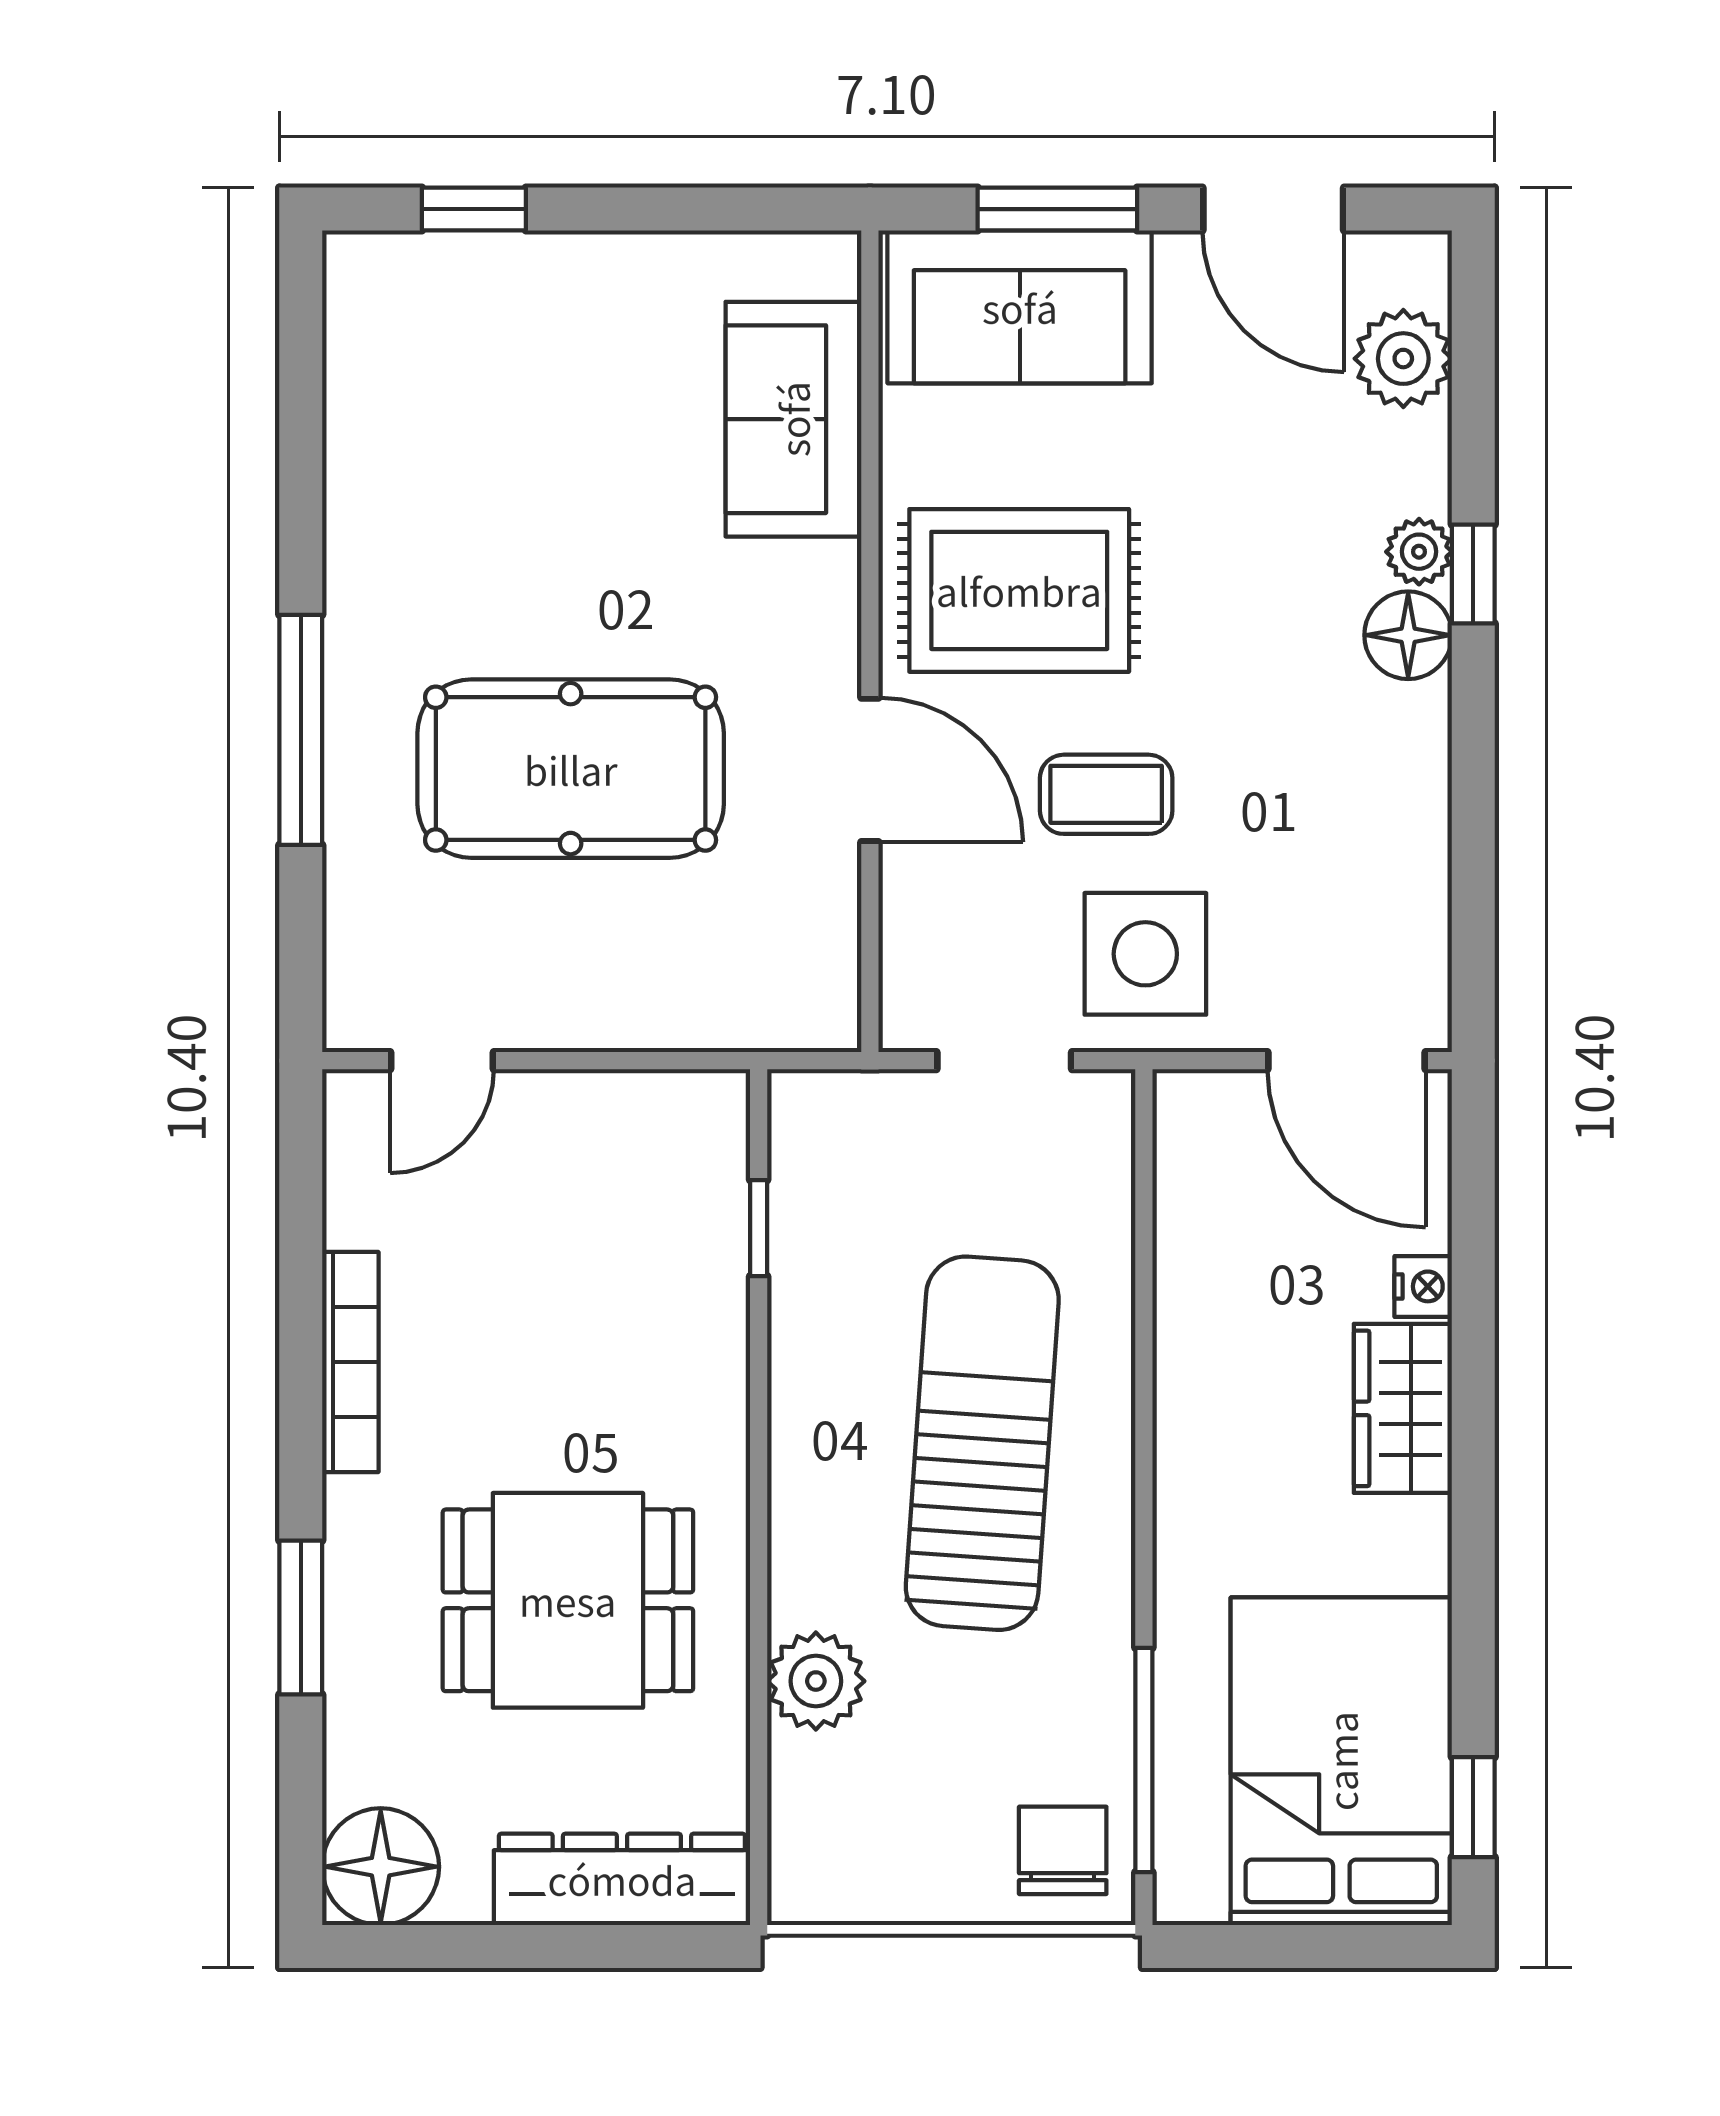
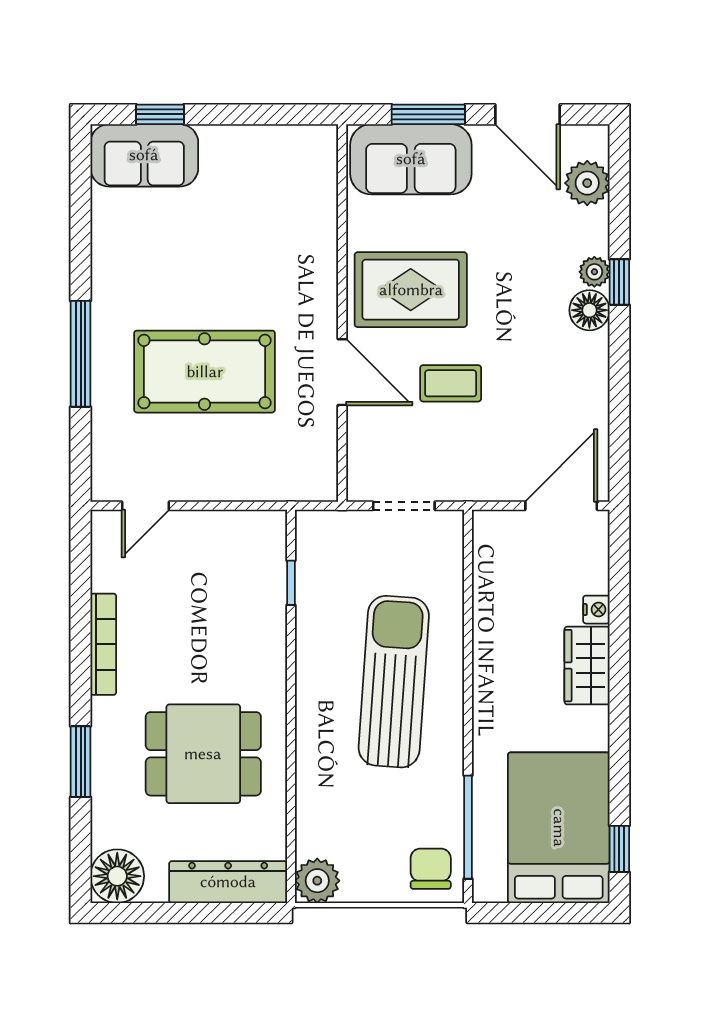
sofa: (793, 419) -> (144, 155), moved, turned -90
side table: (1145, 954) -> (469, 457), removed
door: (1346, 1061) -> (561, 506), swing flipped
plant: (816, 1681) -> (317, 881), moved

